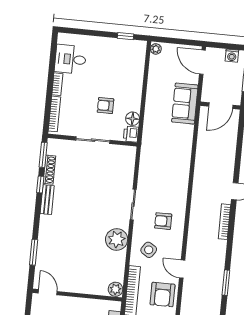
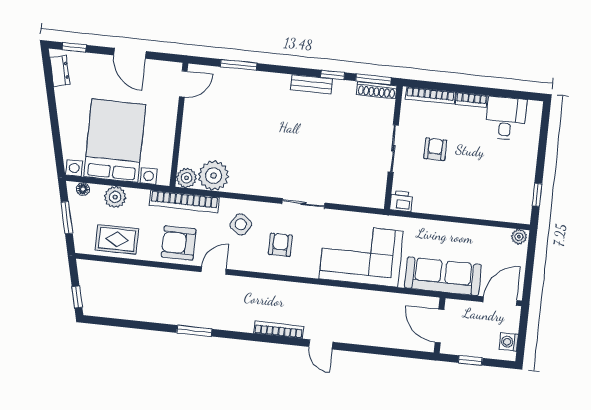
sofa: (185, 104) -> (443, 276), width x1.36
armchair: (106, 106) -> (435, 149), moved
floor lamp: (133, 119) -> (423, 204), removed
corner sofa: (170, 163) -> (361, 255), added
shoe rack: (49, 170) -> (377, 90), moved
plant: (117, 239) -> (214, 176), moved

